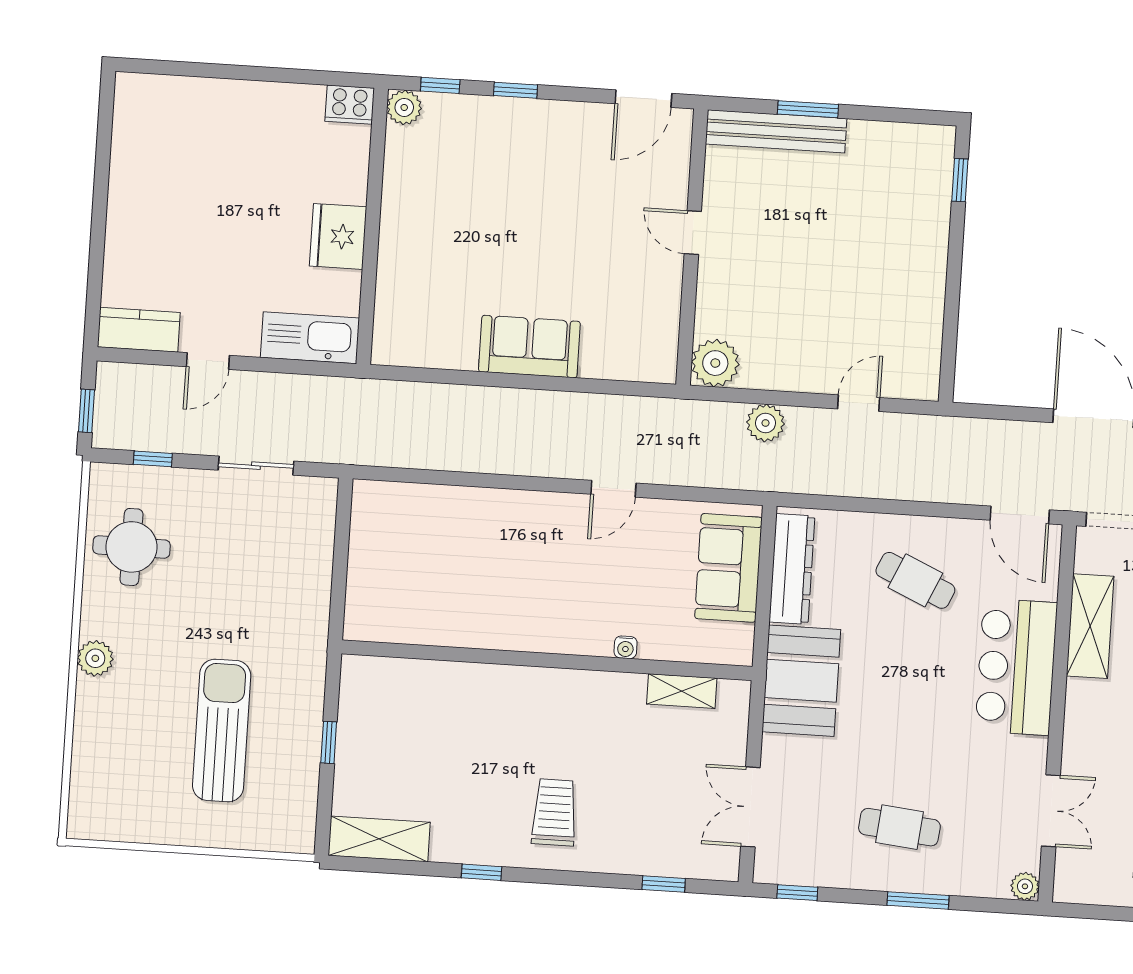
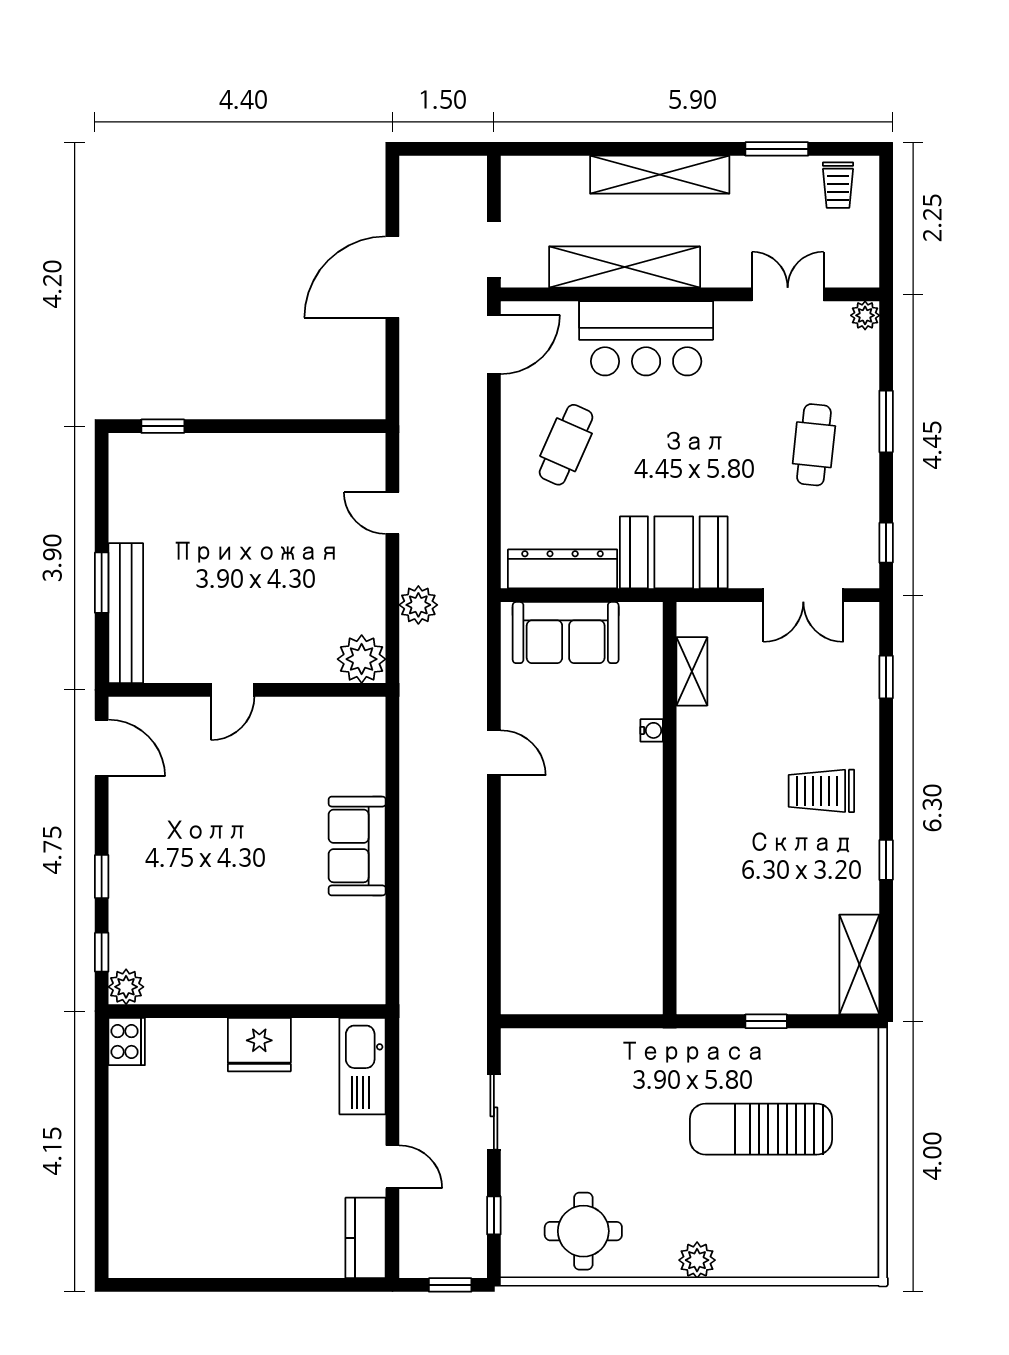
shelving: (1090, 626) -> (625, 267), width x1.47

